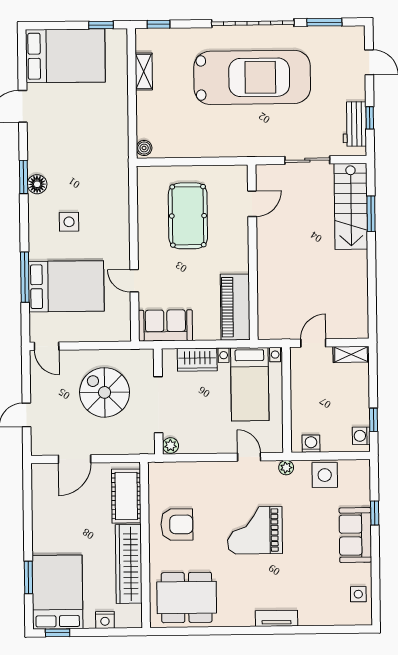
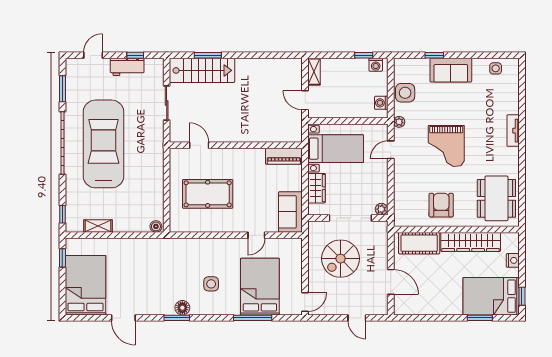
workbench: (355, 124) -> (127, 67), moved
piano: (235, 307) -> (284, 156), width x0.73, depth x0.75

